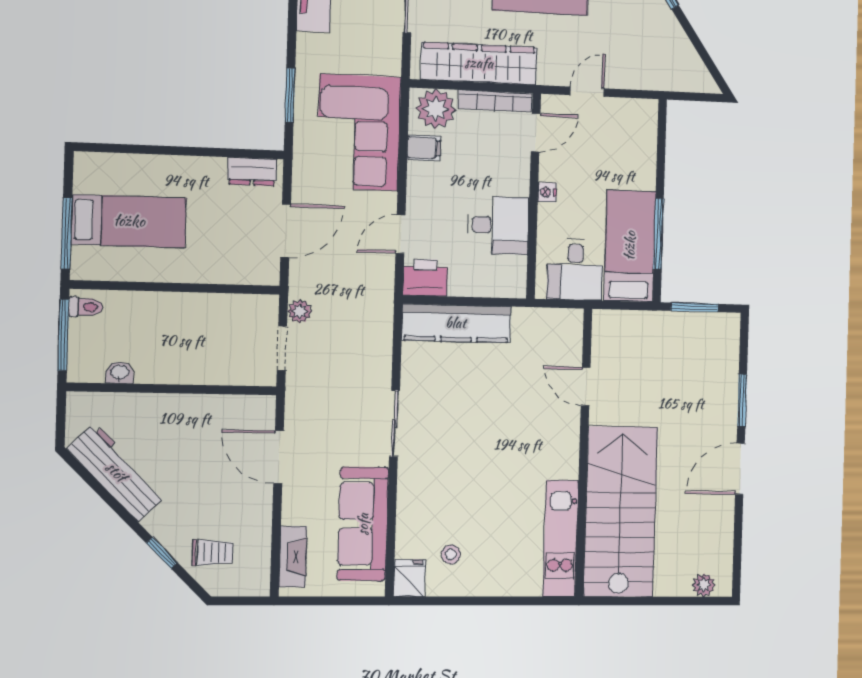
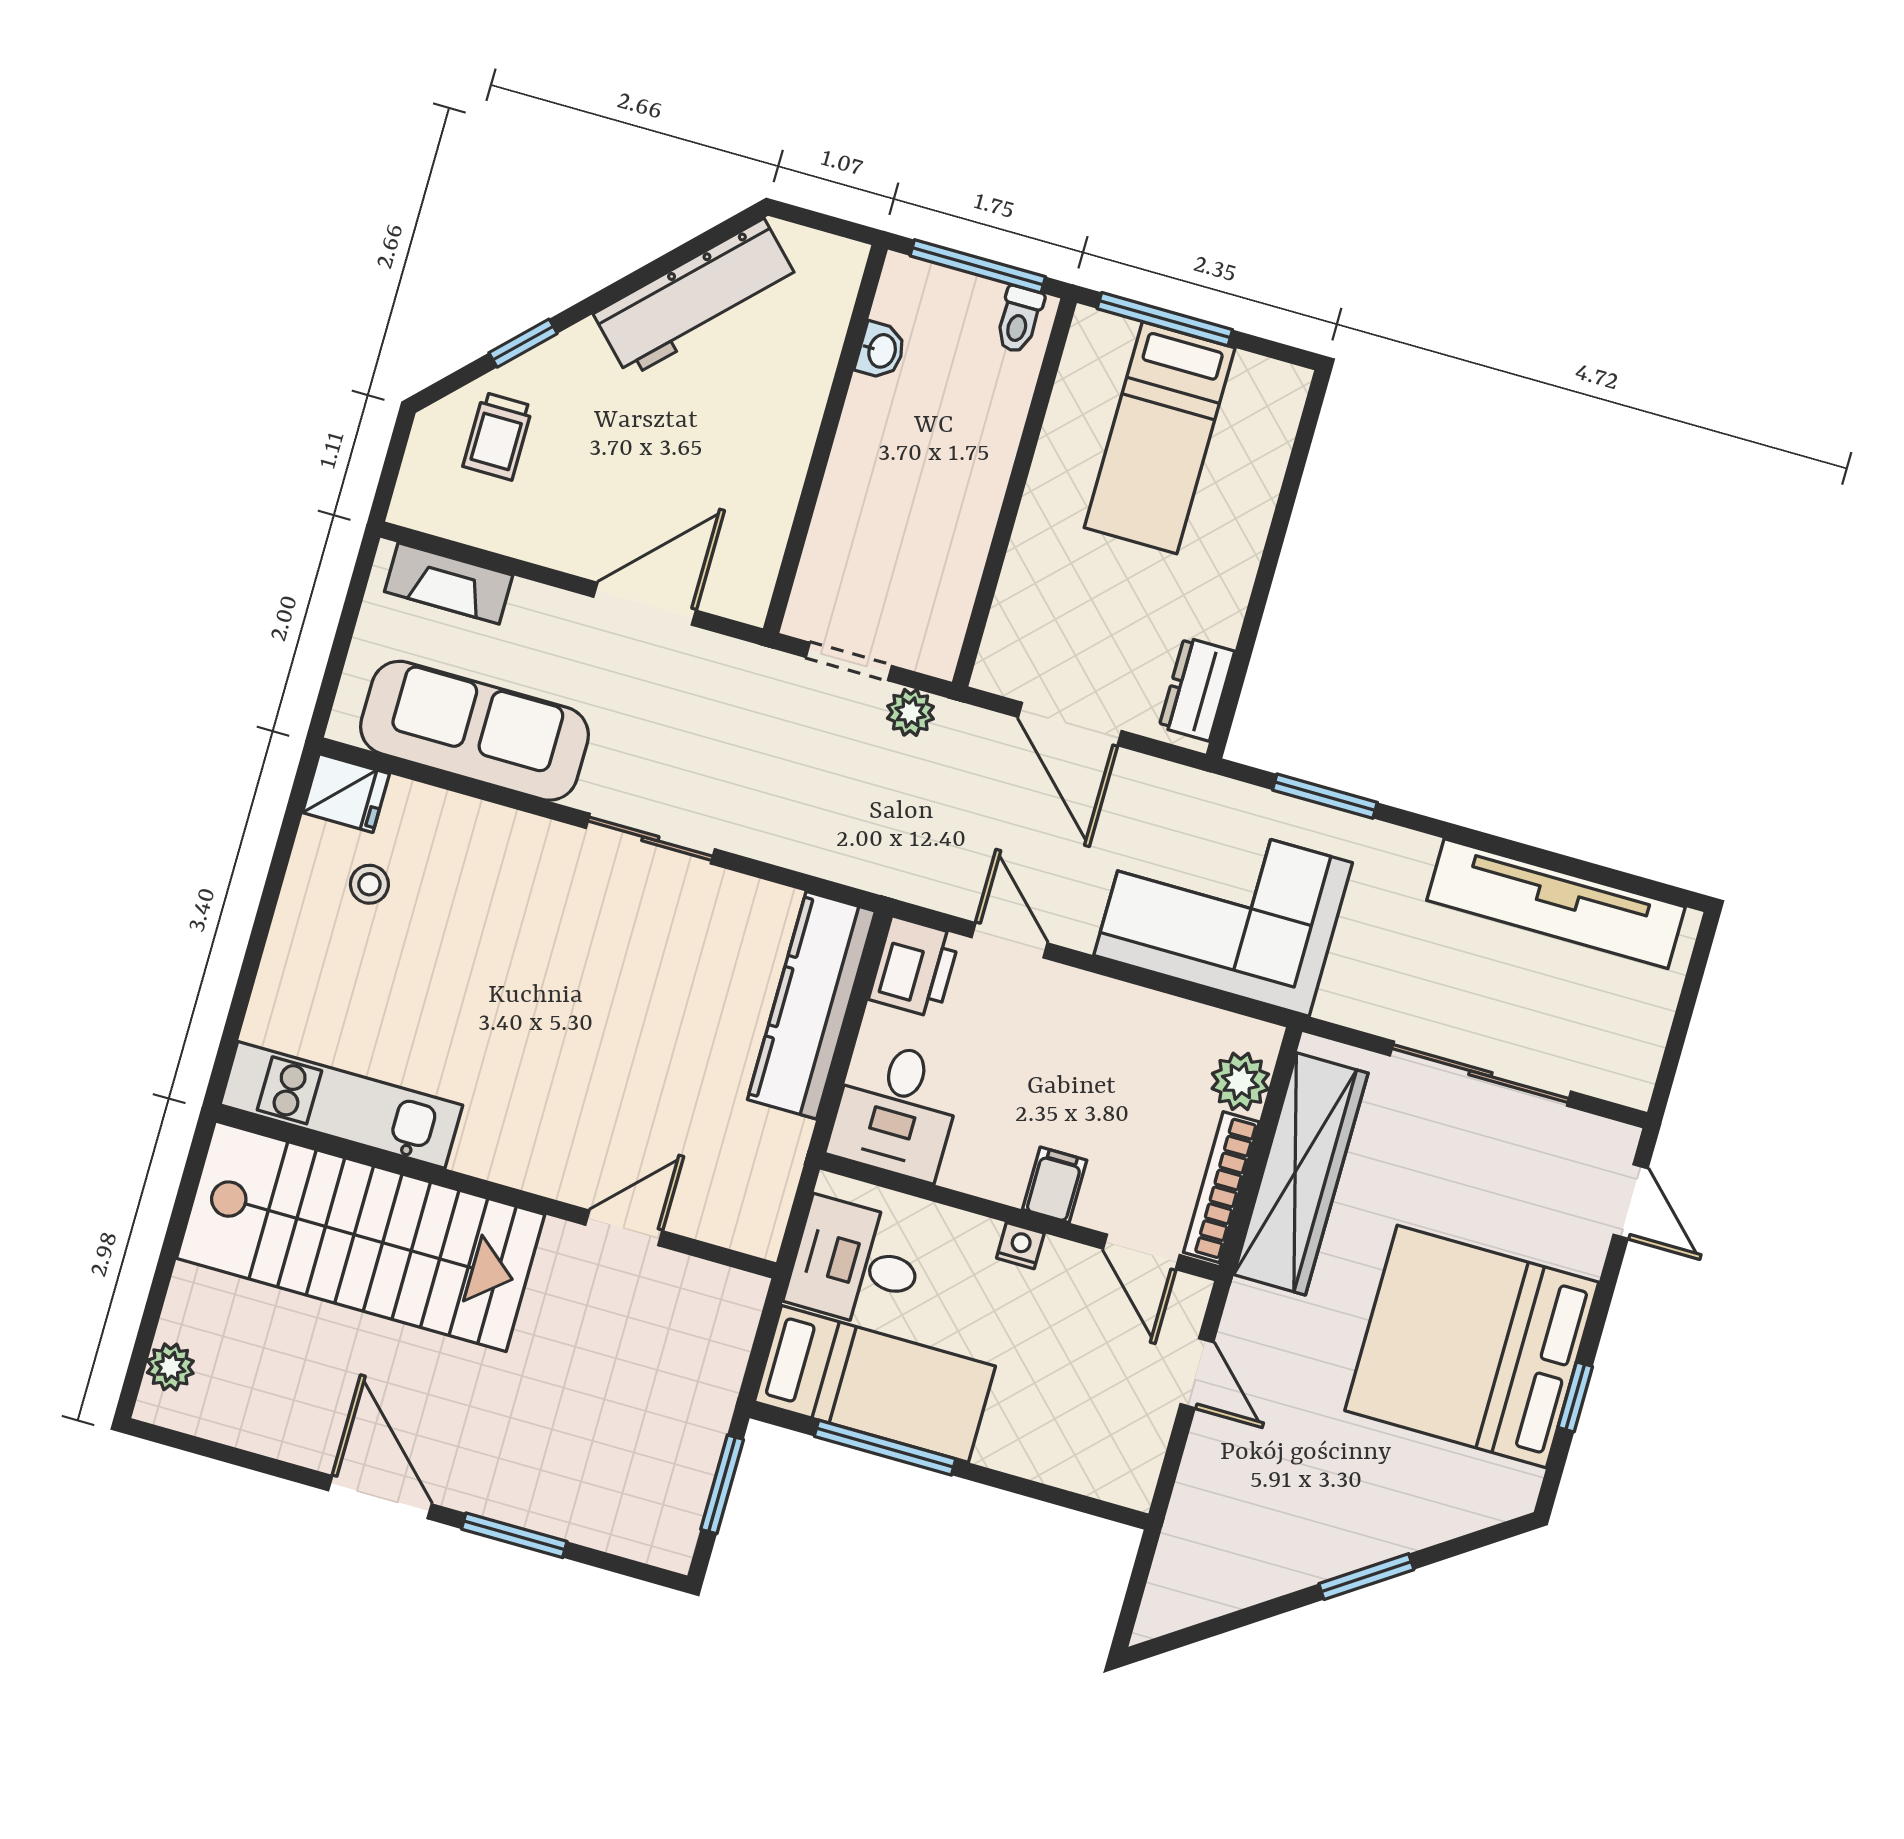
plant: (436, 109) -> (1240, 1081), width x0.73, depth x0.73
filing cabinet: (424, 148) -> (1055, 1185), moved, turned 180
desk: (498, 225) -> (896, 1110), moved

